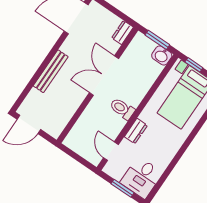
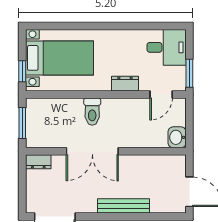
washbasin: (162, 56) -> (177, 137), moved, turned 180
toilet: (122, 109) -> (92, 112), moved
window: (122, 188) -> (189, 73), moved

